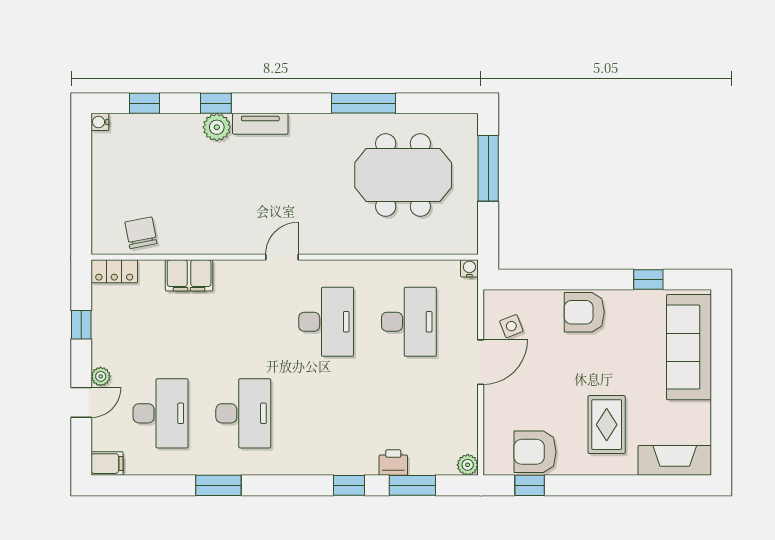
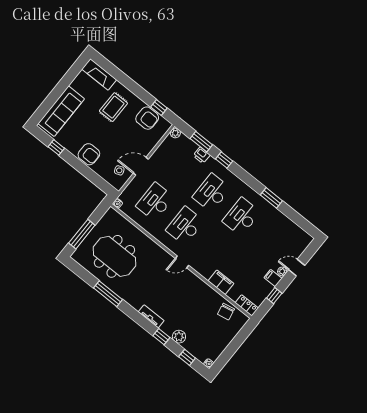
plant: (217, 127) -> (179, 337), moved
desk: (160, 413) -> (211, 193), moved
filing cabinet: (107, 464) -> (273, 278), moved

